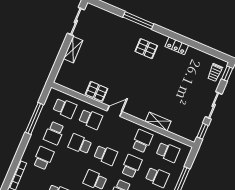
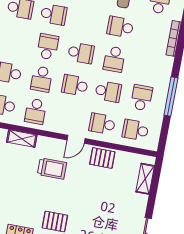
shelving: (73, 50) -> (145, 179), moved
trolley: (139, 92) -> (52, 169), added
window: (34, 118) -> (171, 96), moved
school desk: (43, 158) -> (114, 59), moved

